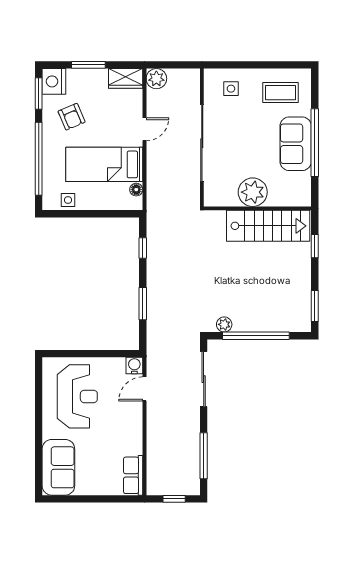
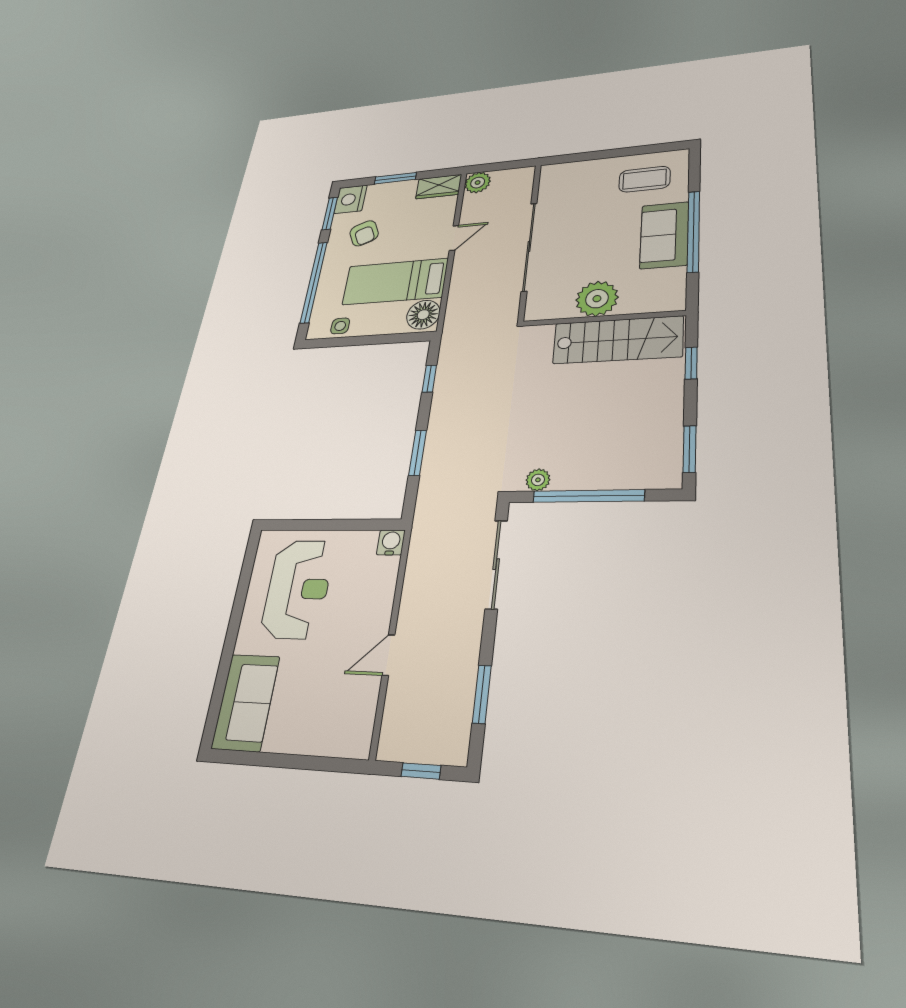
side table: (231, 89) -> (575, 182), removed
floor lamp: (136, 190) -> (423, 315), width x1.89, depth x1.89
door: (144, 389) -> (388, 655), moved
window: (204, 456) -> (482, 694), width x0.69
row of seats: (133, 475) -> (359, 723), removed

